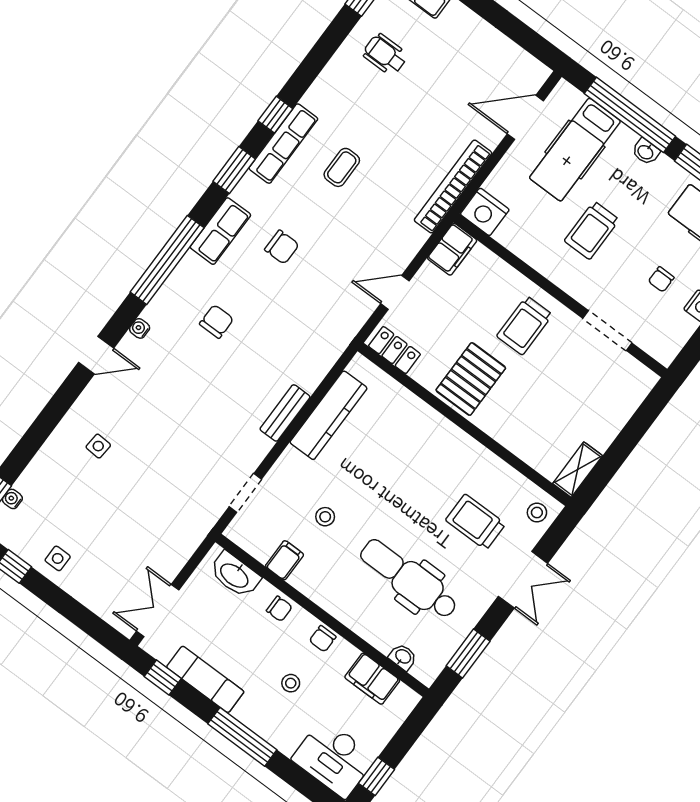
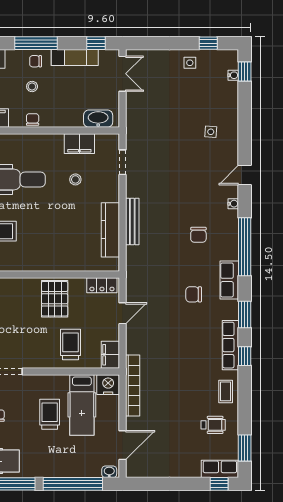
hospital bed: (575, 150) -> (82, 405), moved, turned 180
washbasin: (646, 152) -> (109, 472), moved
coffee table: (342, 167) -> (226, 391), moved
trolley: (525, 325) -> (70, 345), moved
bench: (285, 413) -> (132, 221), width x1.36
filing cabinet: (285, 560) -> (79, 144), width x2.00
chair: (279, 609) -> (36, 61), moved

